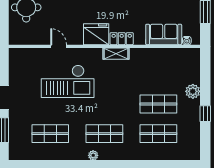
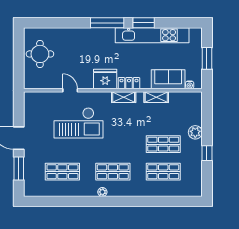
shelving: (151, 54) -> (156, 97), added

